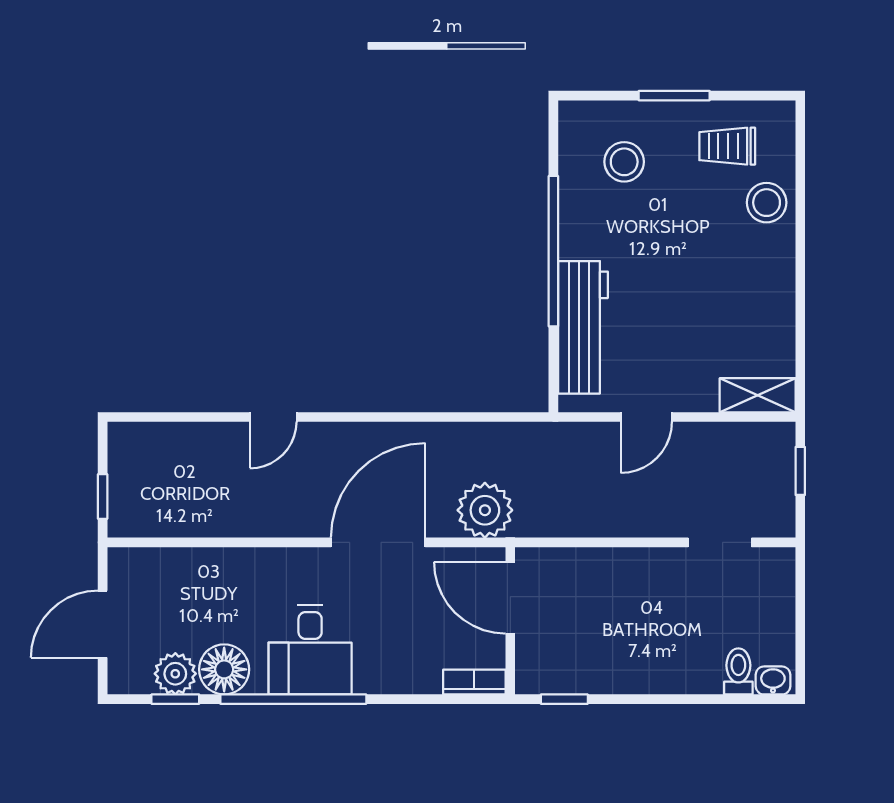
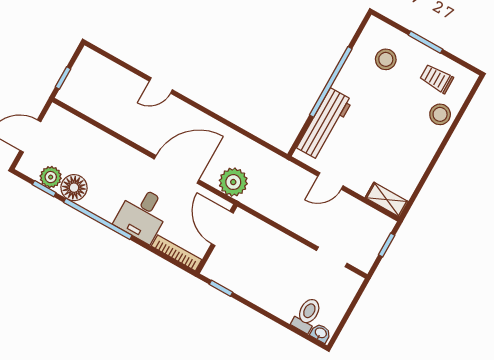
desk: (310, 650) -> (142, 214), moved
toilet: (738, 671) -> (307, 315), width x1.37, depth x1.39
bookcase: (474, 682) -> (177, 253), width x1.56

